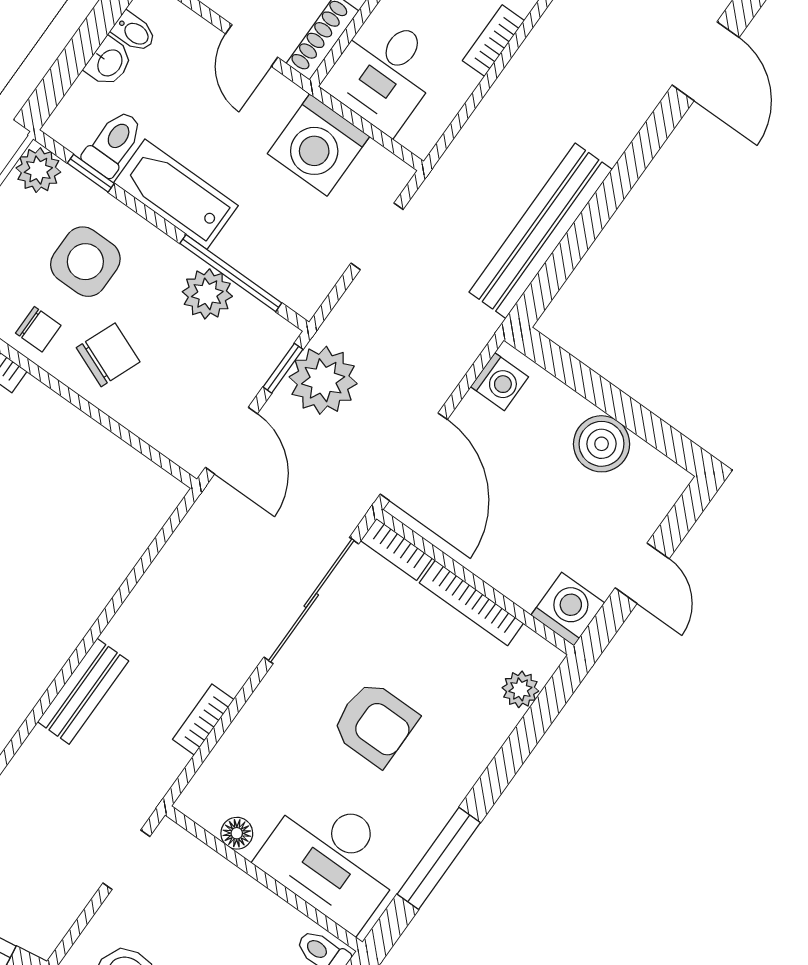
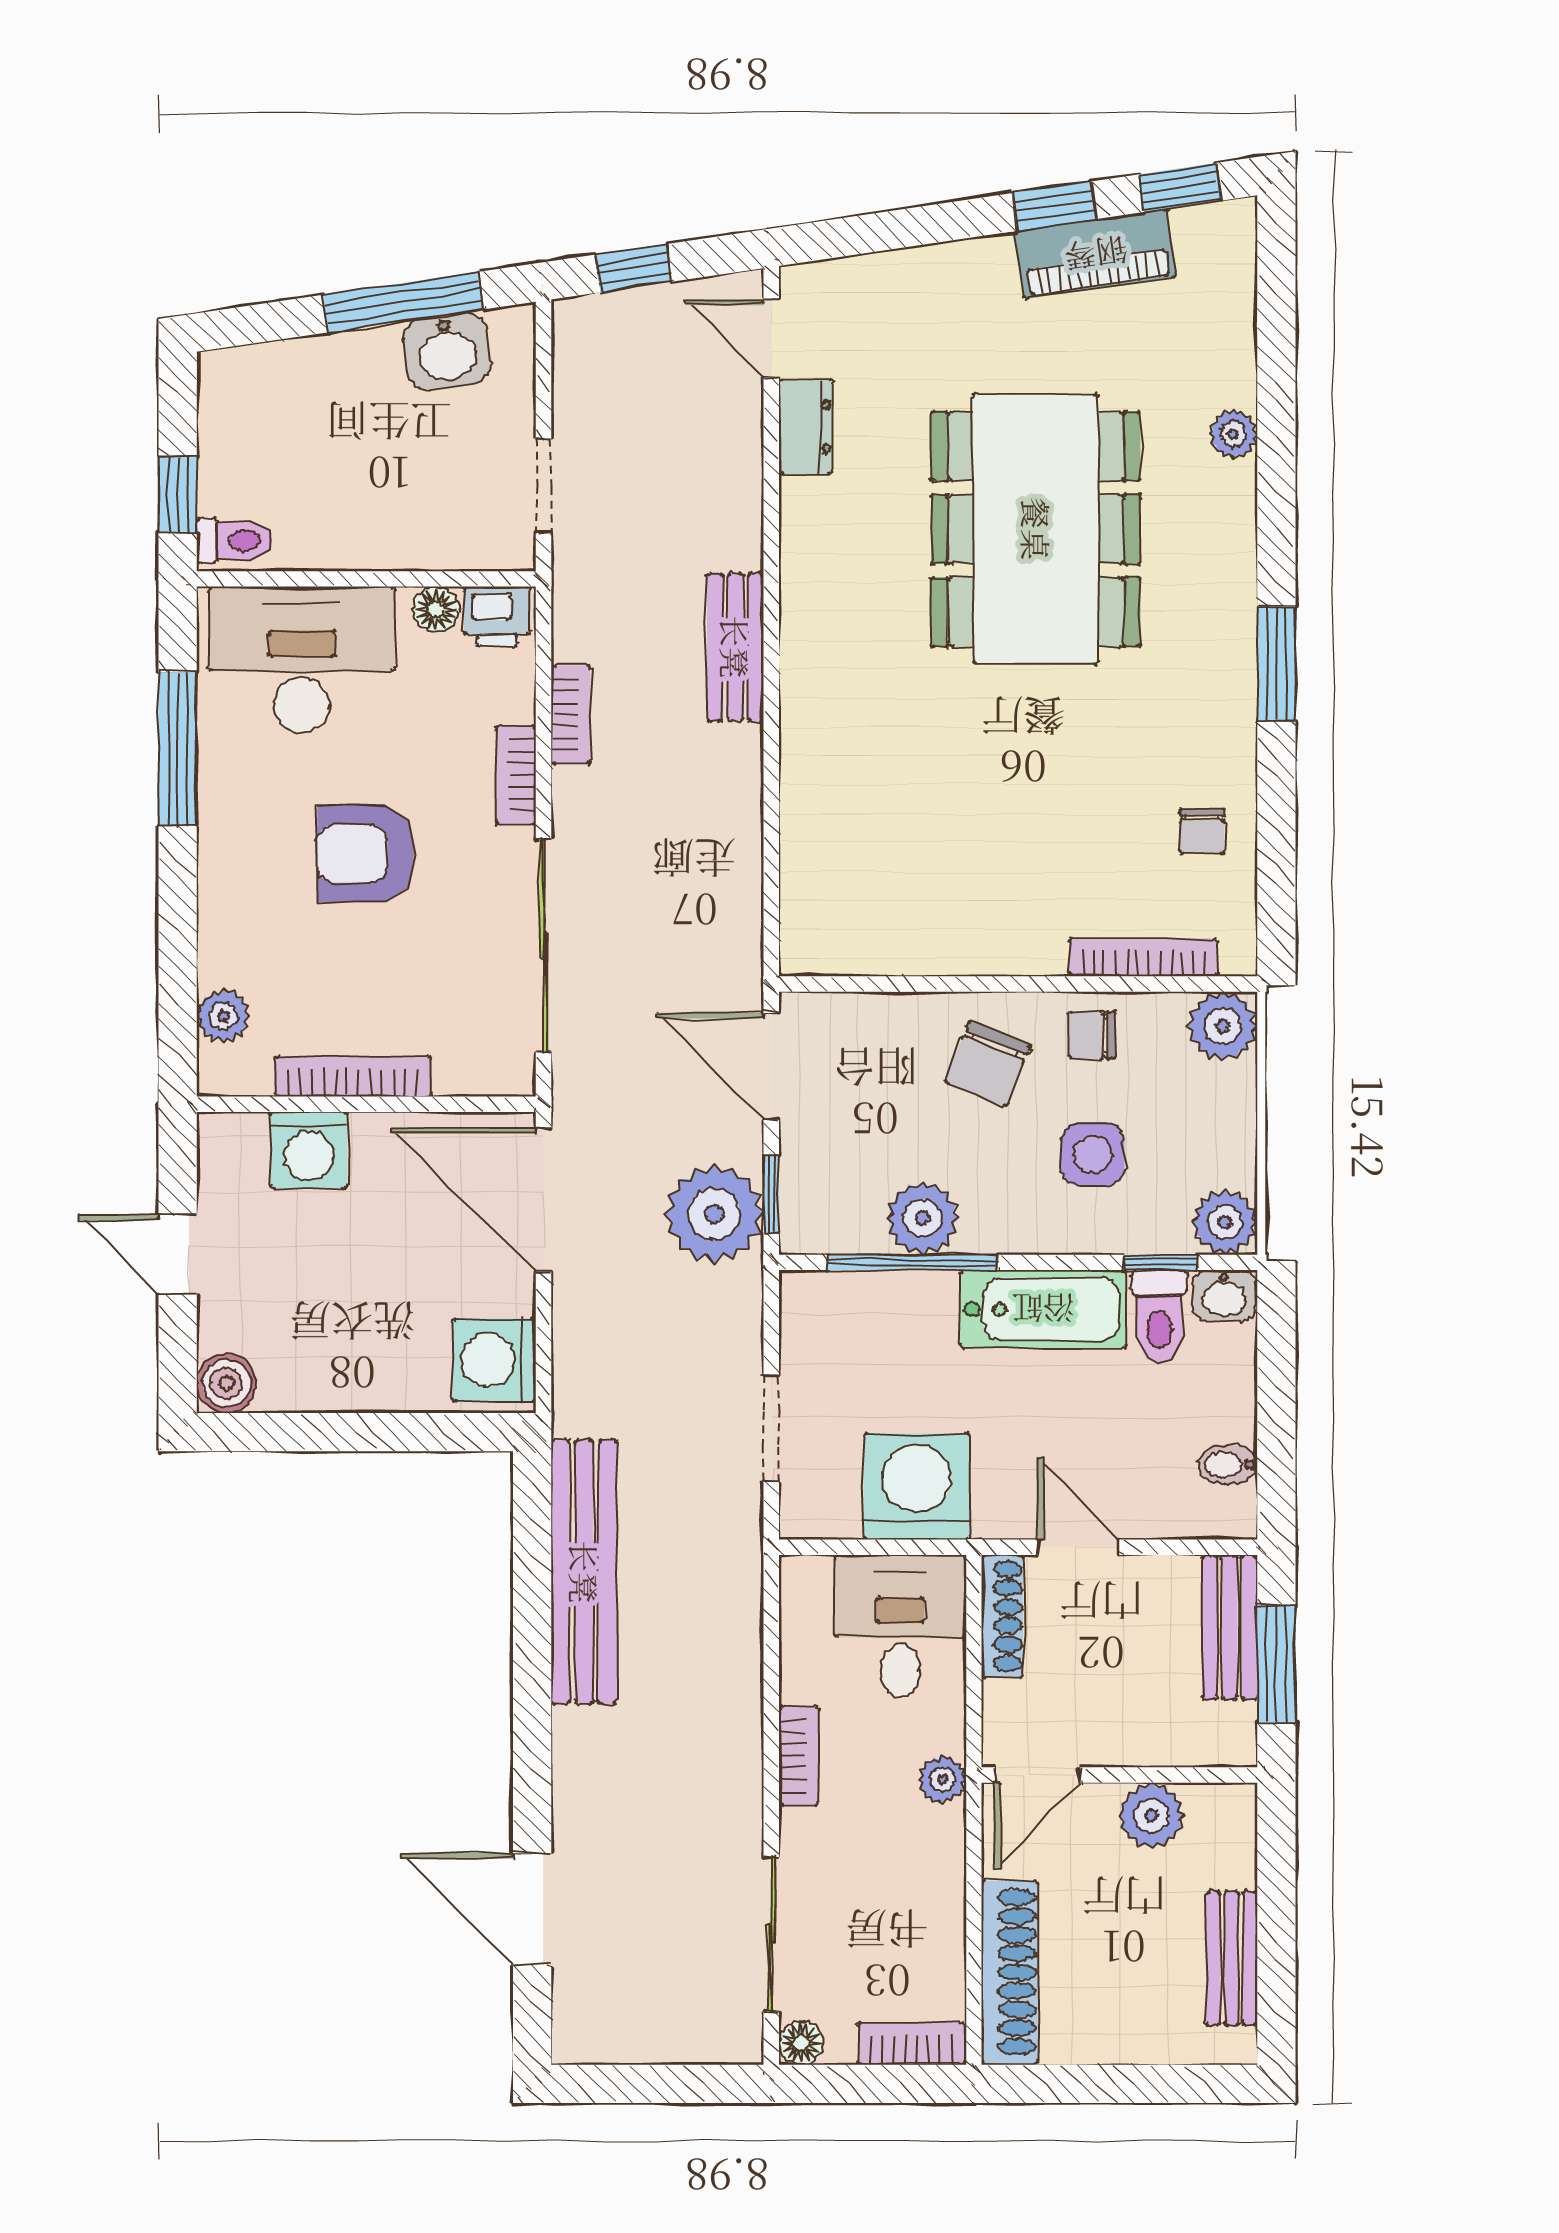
washbasin: (109, 62) -> (1224, 1295), moved, turned -90
side table: (85, 262) -> (1093, 1154), width x0.73, depth x0.73
washing machine: (500, 382) -> (494, 1360), width x1.38, depth x1.38
boiler: (602, 444) -> (226, 1383), moved, width x0.73, depth x0.73
bookcase: (396, 549) -> (516, 775), moved, turned -90
washing machine: (568, 609) -> (309, 1150), moved
printer: (205, 805) -> (497, 617), added

